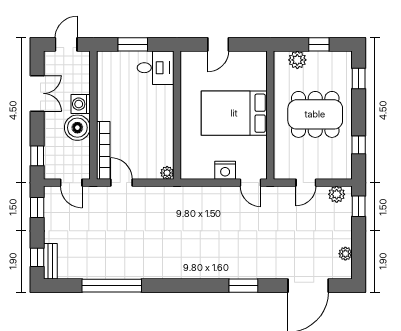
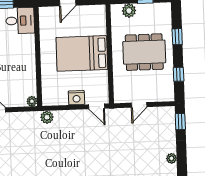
window: (359, 78) -> (177, 37), moved
plant: (337, 194) -> (47, 117), moved

